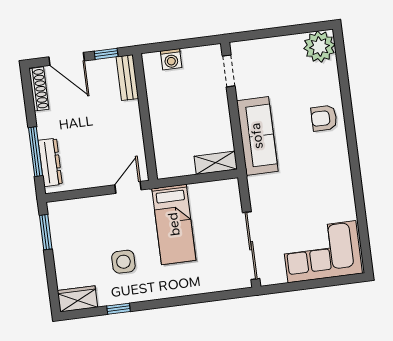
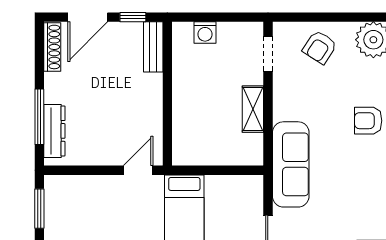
door: (67, 59) -> (88, 17), hinge flipped
armchair: (273, 59) -> (320, 47), added
sofa: (257, 136) -> (291, 164), moved
shelving: (216, 163) -> (253, 109), moved, turned 90

